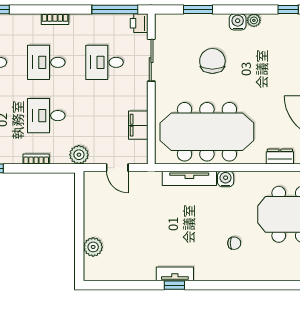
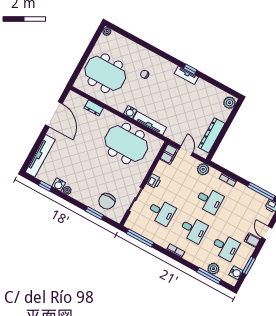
water cooler: (238, 22) -> (59, 185), moved
printer: (139, 23) -> (154, 181), moved
chair: (212, 61) -> (107, 201), moved
filing cabinet: (138, 125) -> (169, 154), moved
meeting table: (207, 132) -> (126, 143), width x0.73
dresser: (93, 209) -> (212, 135), added
plant: (93, 247) -> (229, 103), moved

